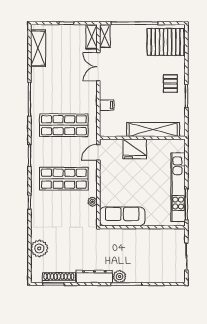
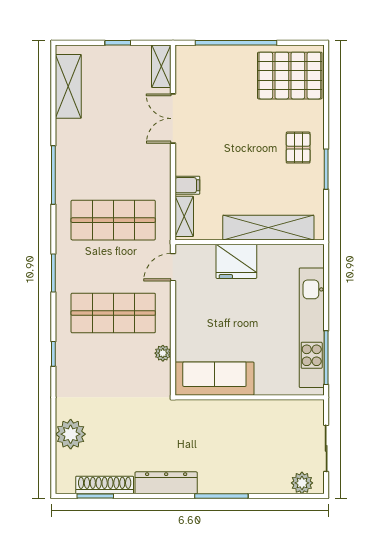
shelving: (105, 36) -> (184, 216), moved
plant: (120, 277) -> (302, 483), moved

